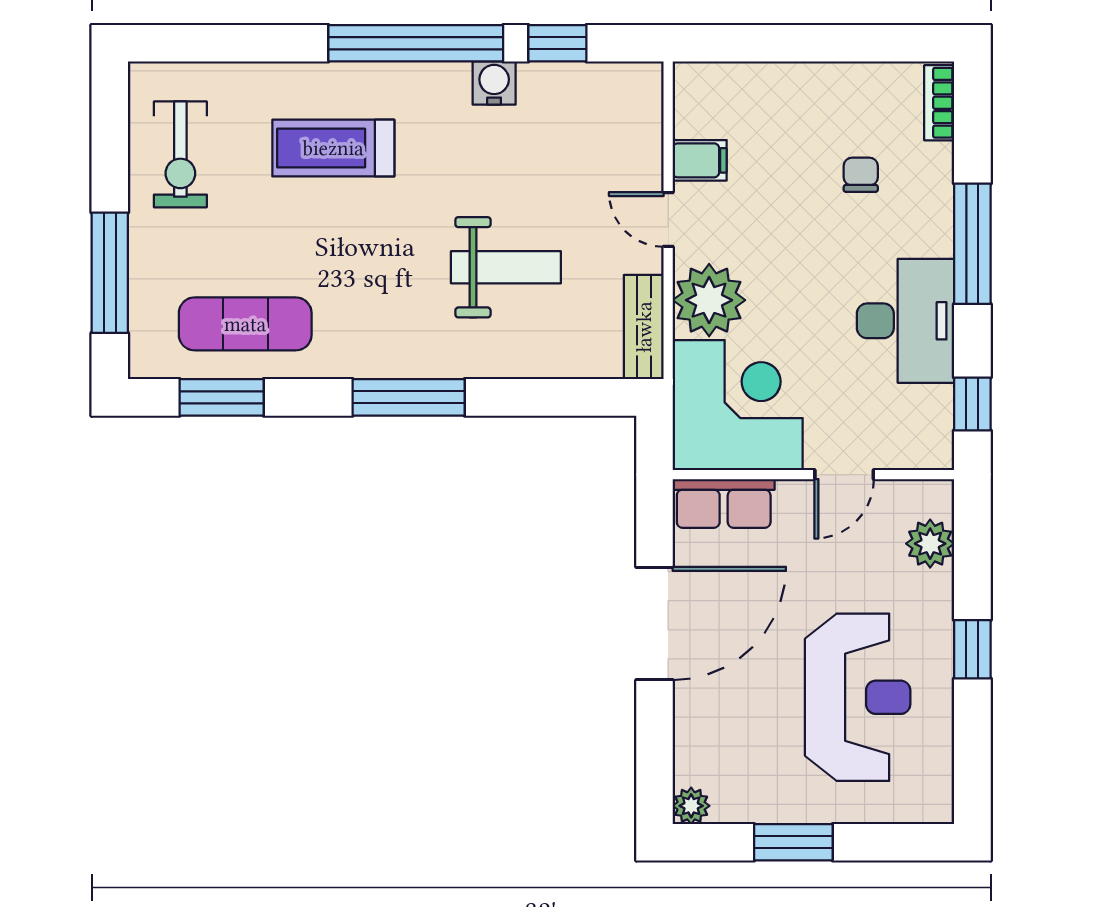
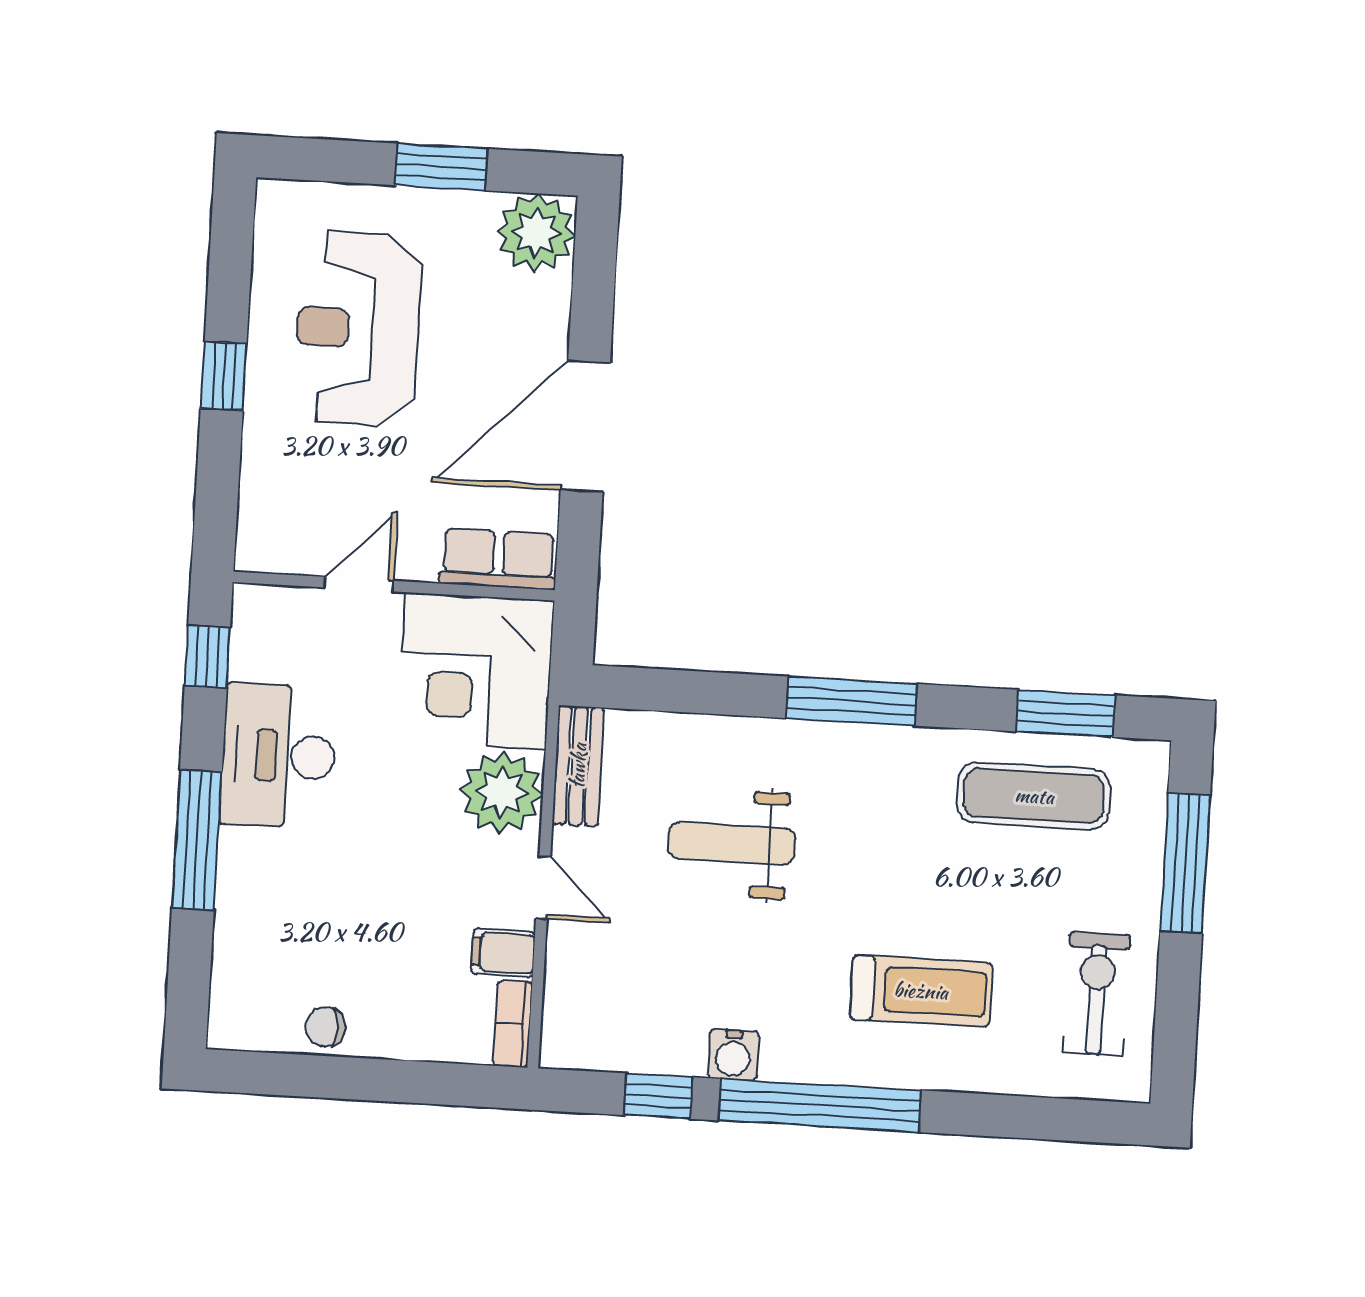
bookcase: (939, 103) -> (513, 1024), moved, turned 180
chair: (861, 175) -> (325, 1027), moved, turned 90
plant: (930, 544) -> (265, 499), removed
plant: (691, 806) -> (536, 233), width x1.88, depth x1.88

